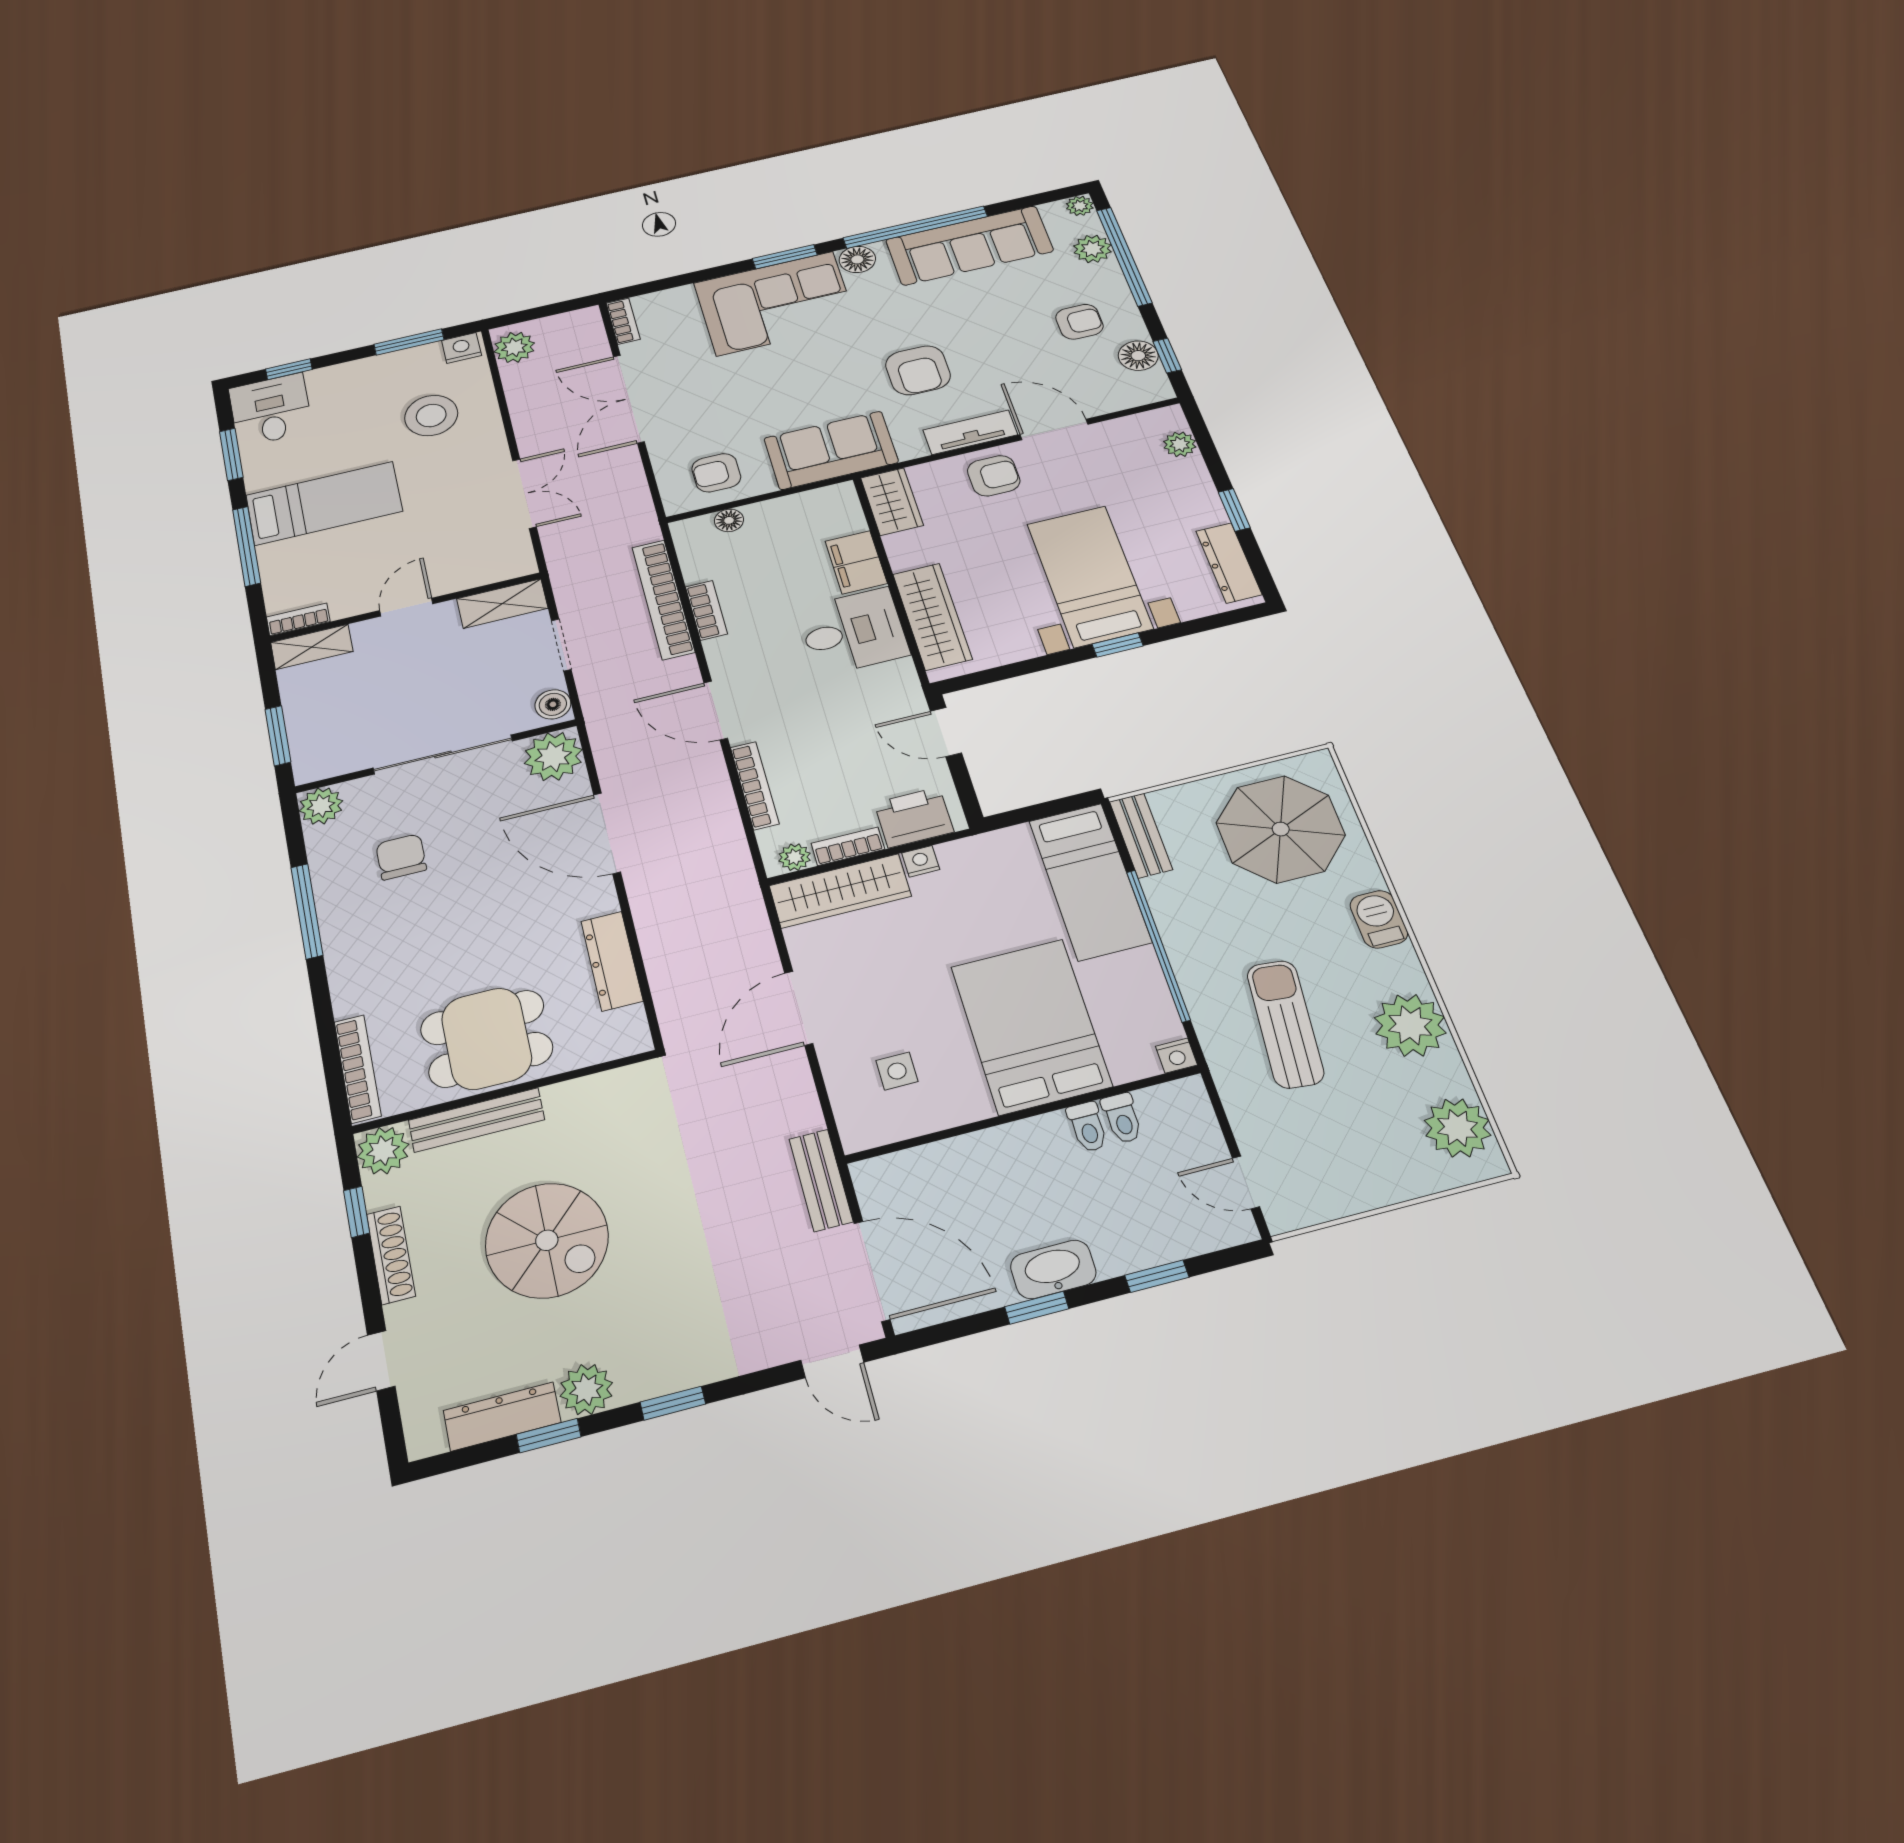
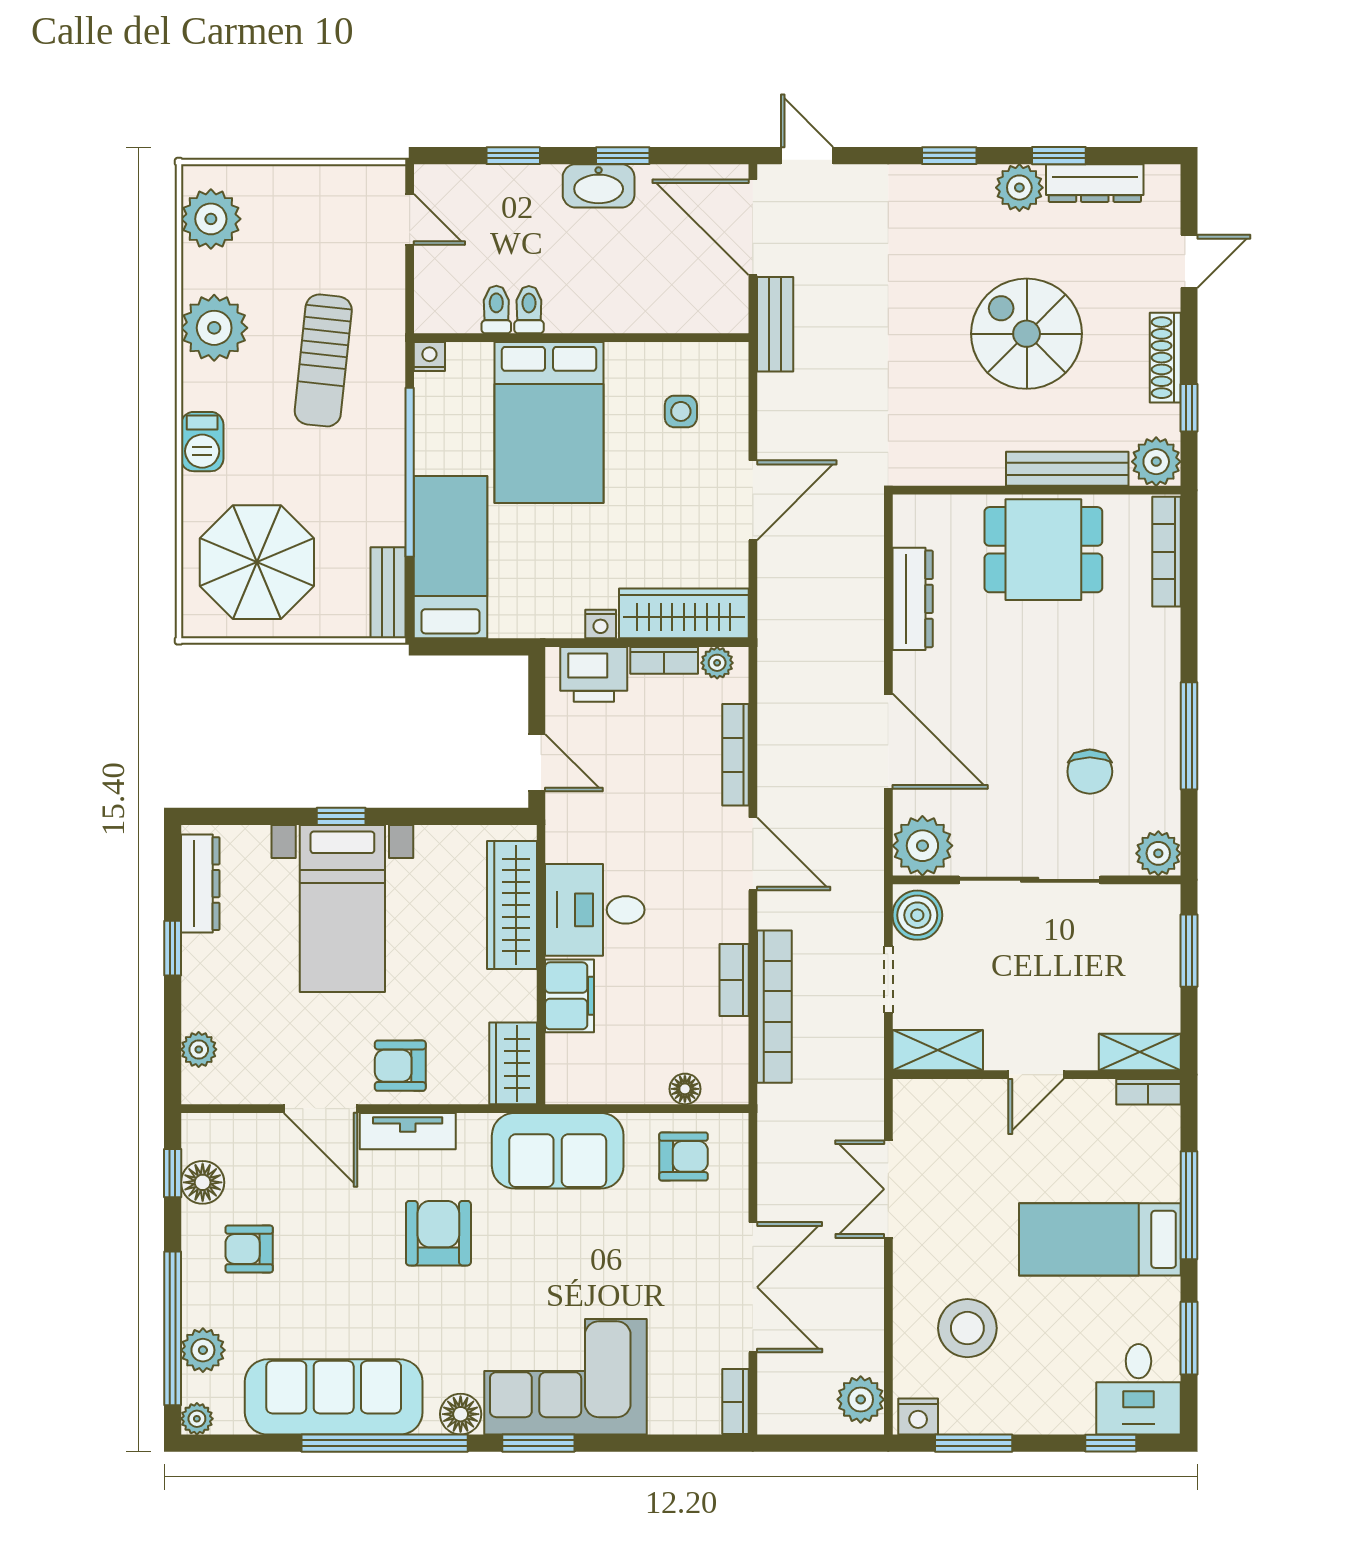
boiler: (553, 704) -> (917, 915), width x1.36, depth x1.36

